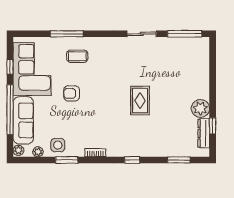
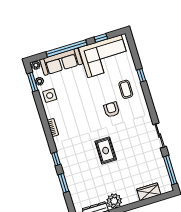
window: (67, 34) -> (141, 75), width x0.46
wardrobe: (202, 66) -> (149, 192), added
armchair: (72, 93) -> (112, 110), moved
rug: (140, 101) -> (106, 151), turned 90
window: (67, 160) -> (33, 82), moved
window: (179, 160) -> (63, 183), moved

